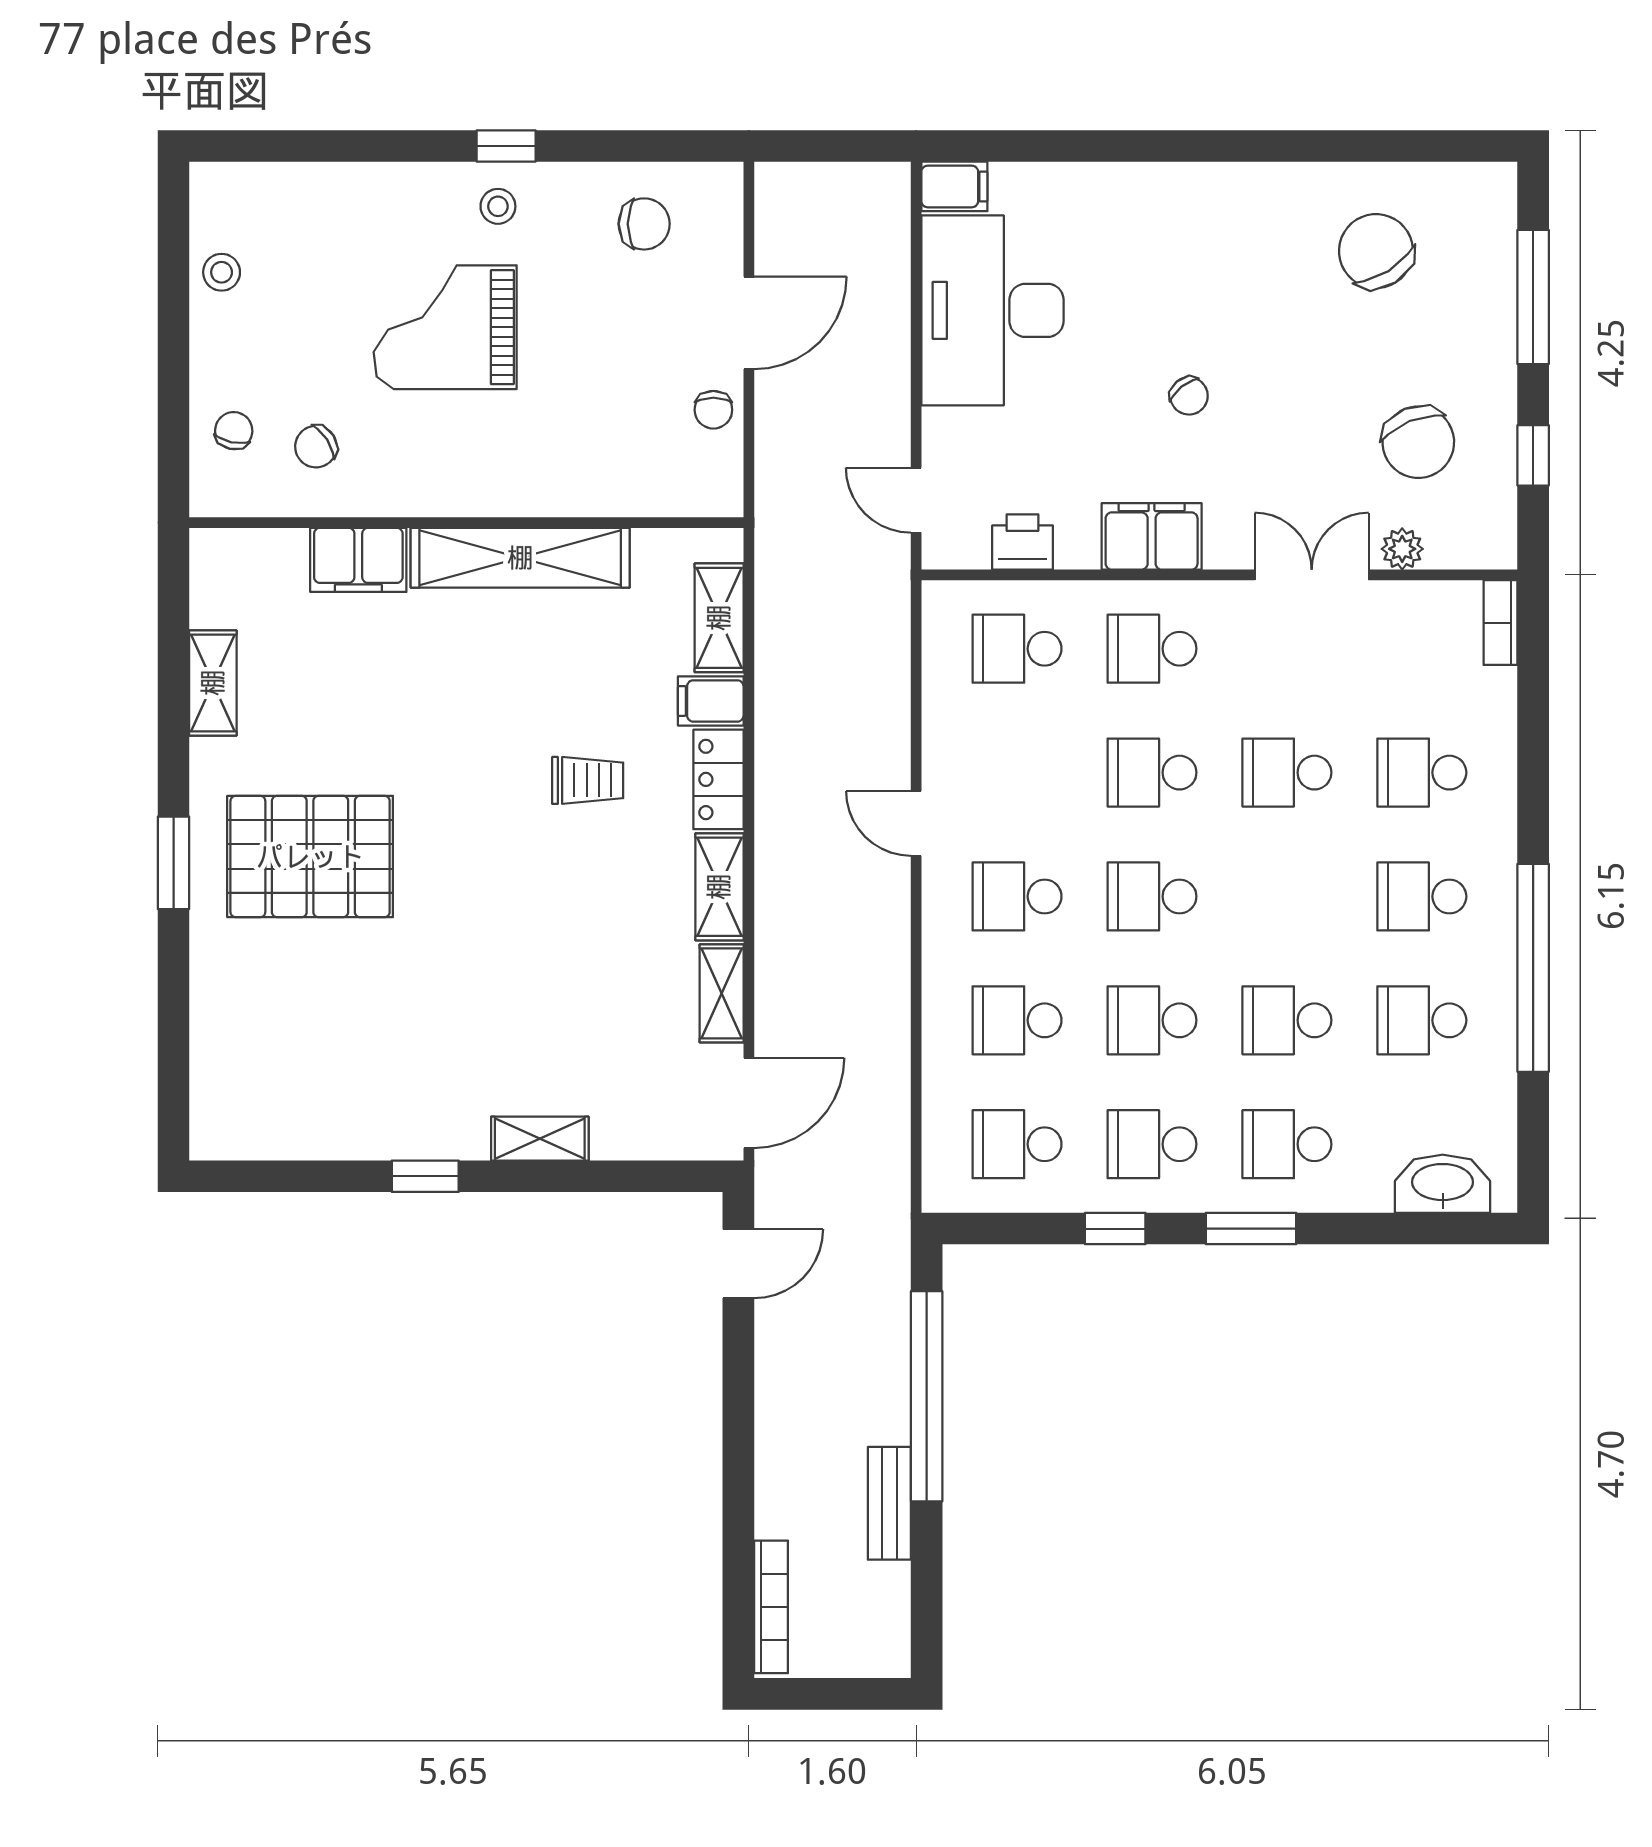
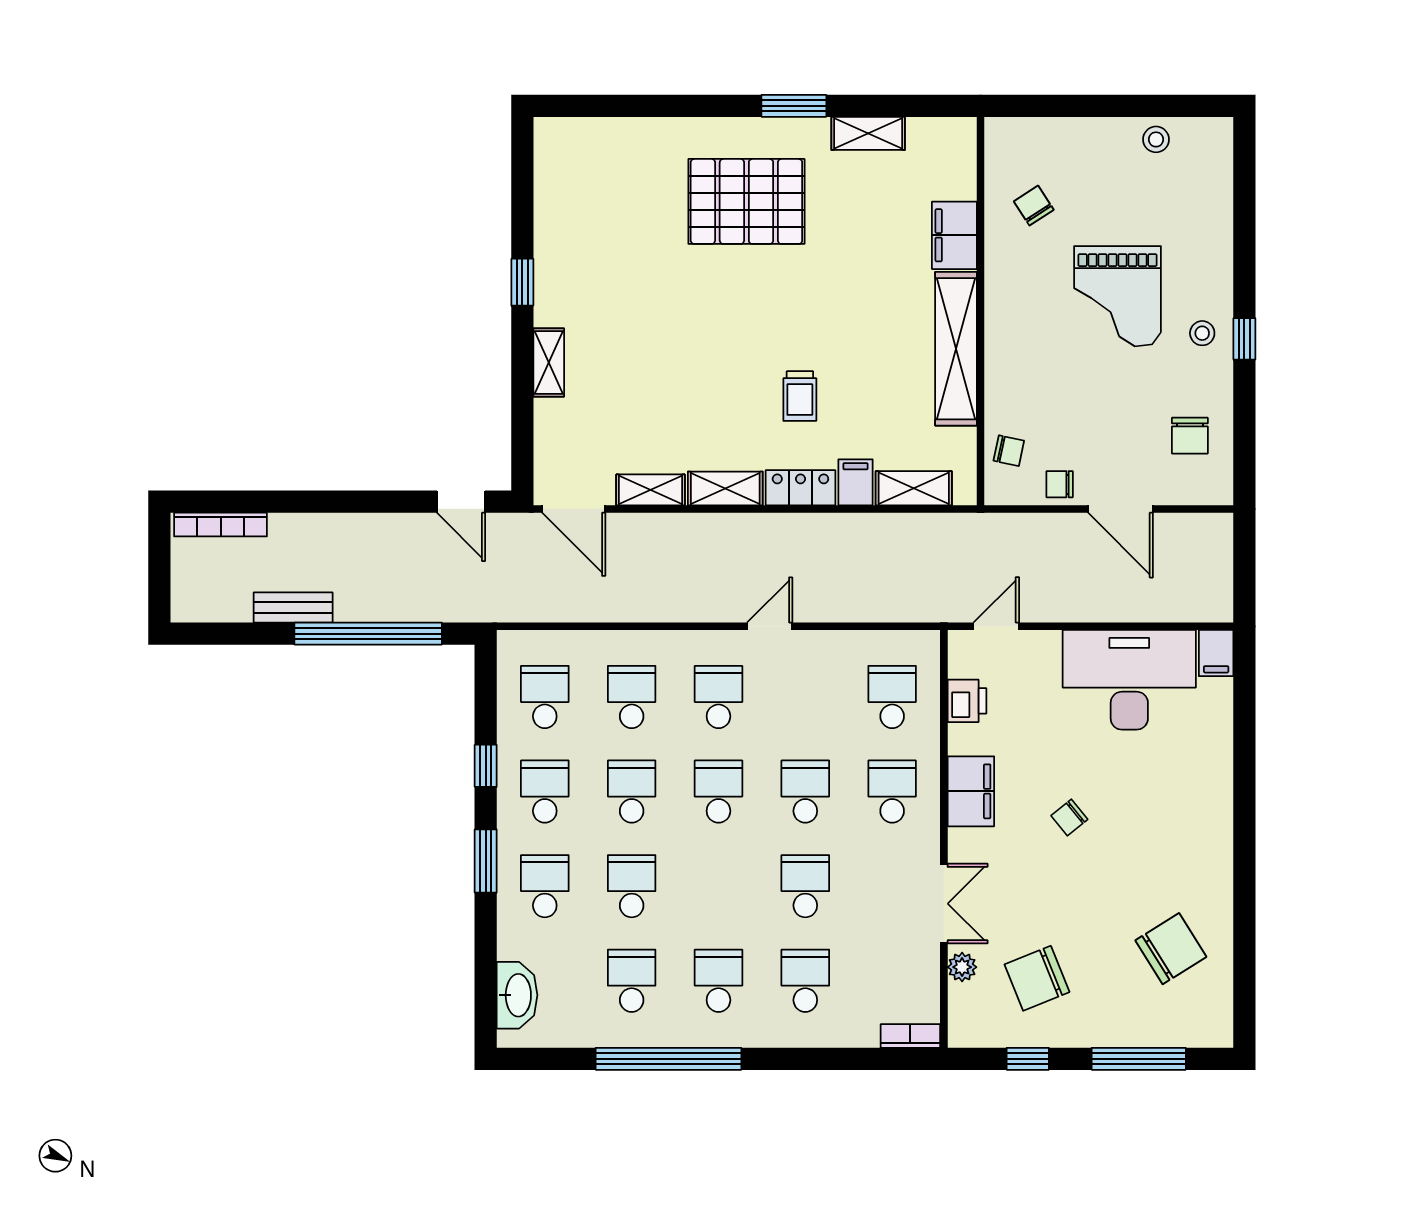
grand piano: (445, 327) -> (1118, 296), turned 180
chair: (234, 431) -> (1009, 451), moved
pallet: (310, 857) -> (746, 201), turned 90
window: (174, 863) -> (794, 106), moved

